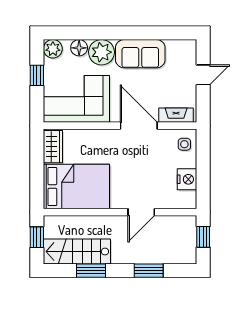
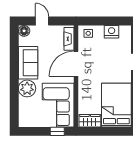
floor lamp: (79, 48) -> (24, 31), moved
plant: (53, 49) -> (25, 121), removed
window: (37, 75) -> (57, 131), moved

